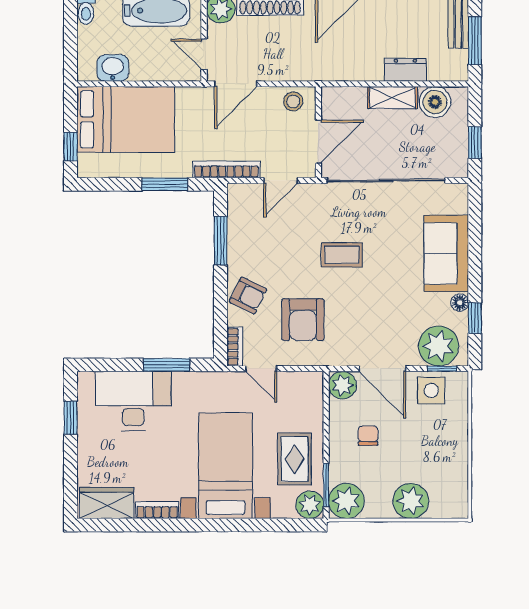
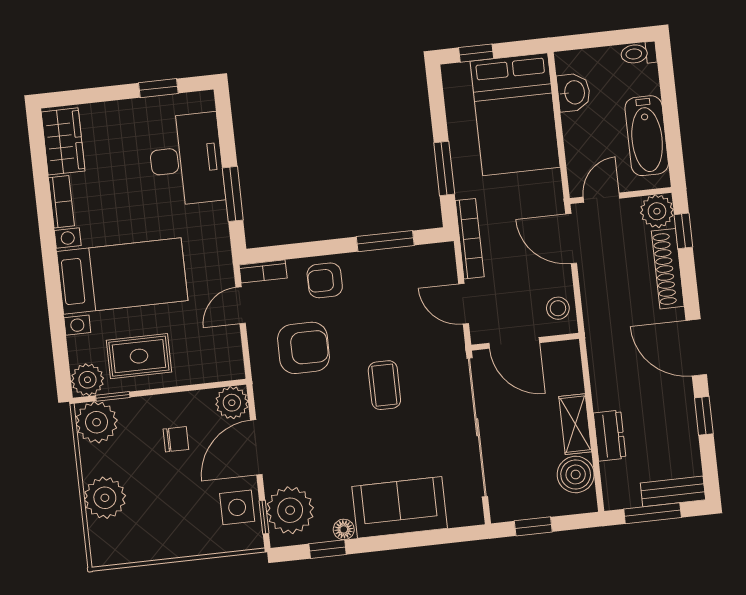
armchair: (248, 295) -> (325, 280), turned 64
armchair: (303, 320) -> (304, 348), turned 180
window: (326, 485) -> (113, 396), width x0.67

